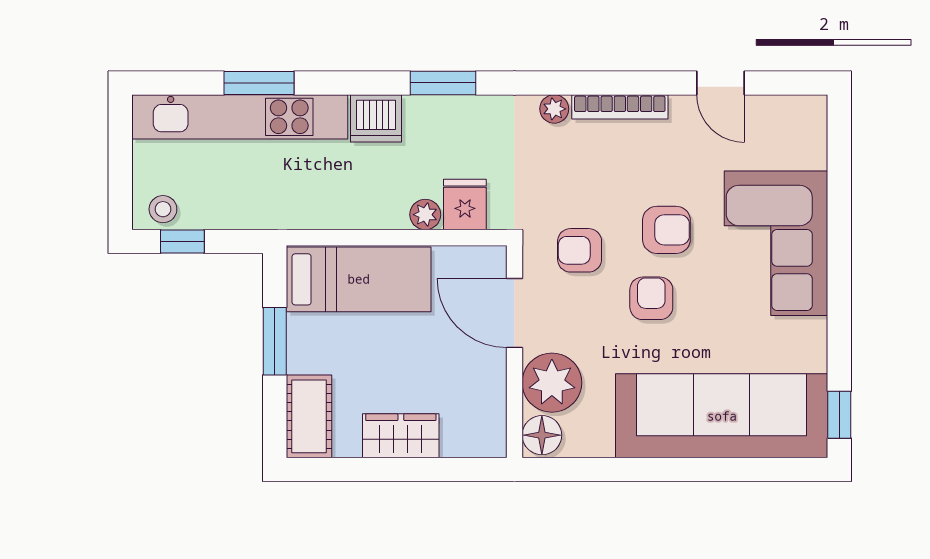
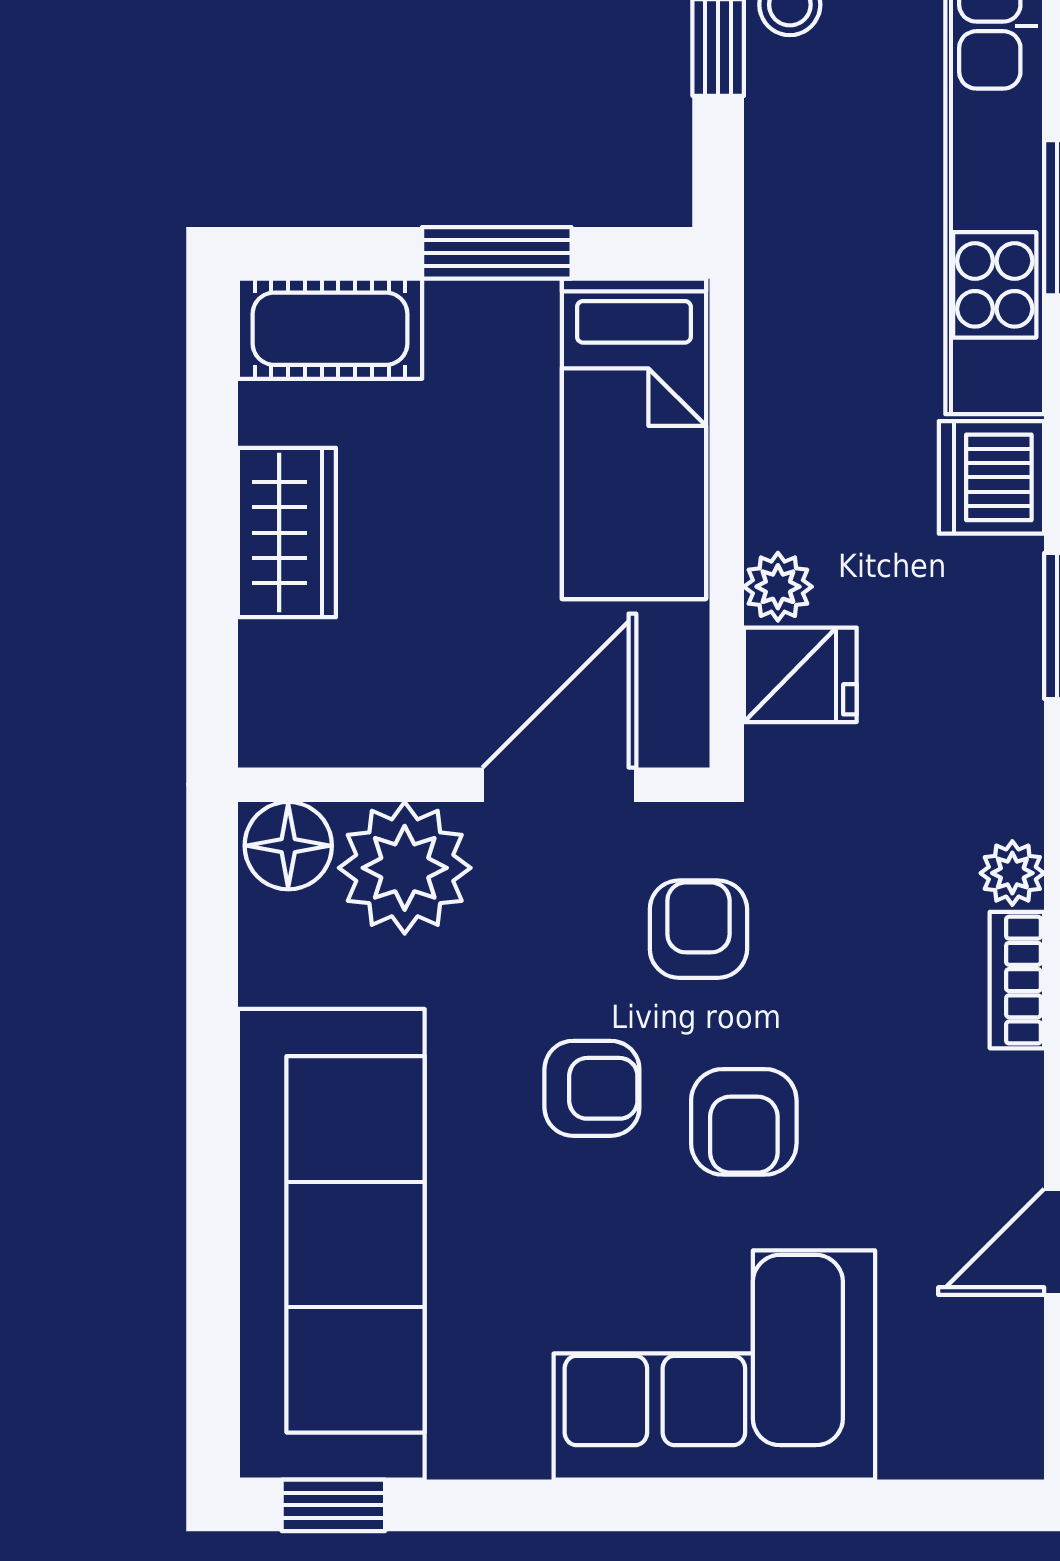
bookcase: (620, 107) -> (1017, 980), width x0.64

